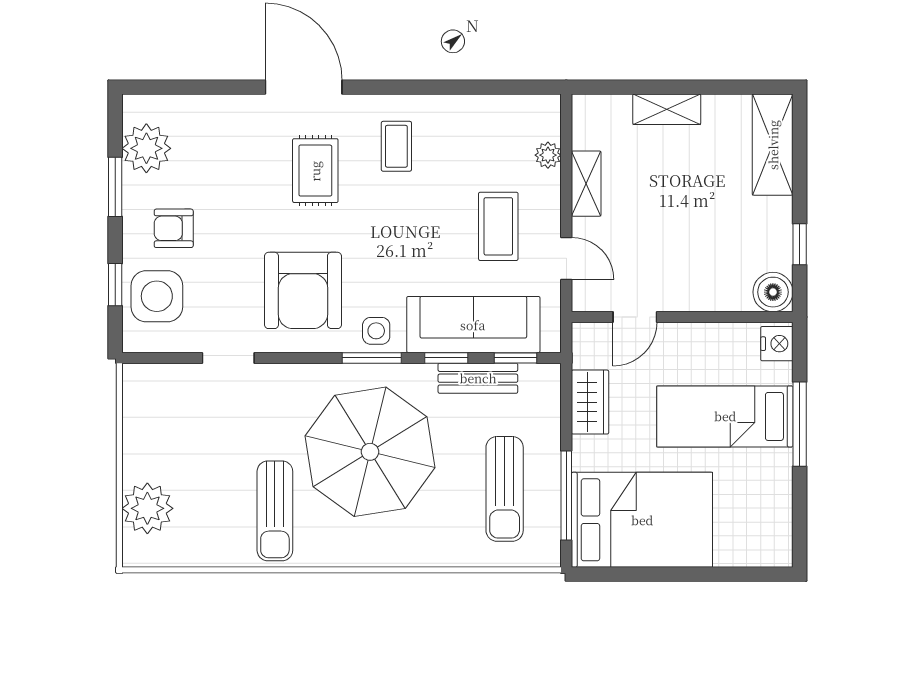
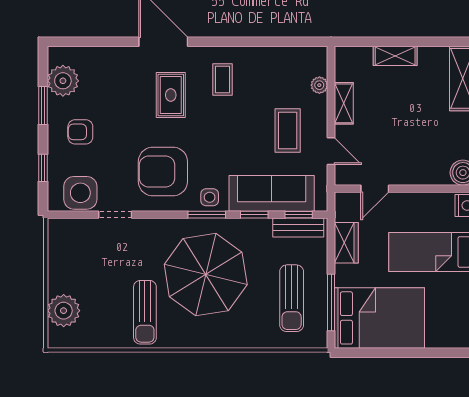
armchair: (303, 290) -> (163, 171), turned 90
side table: (157, 296) -> (80, 193), moved
bench: (478, 378) -> (298, 228), moved

